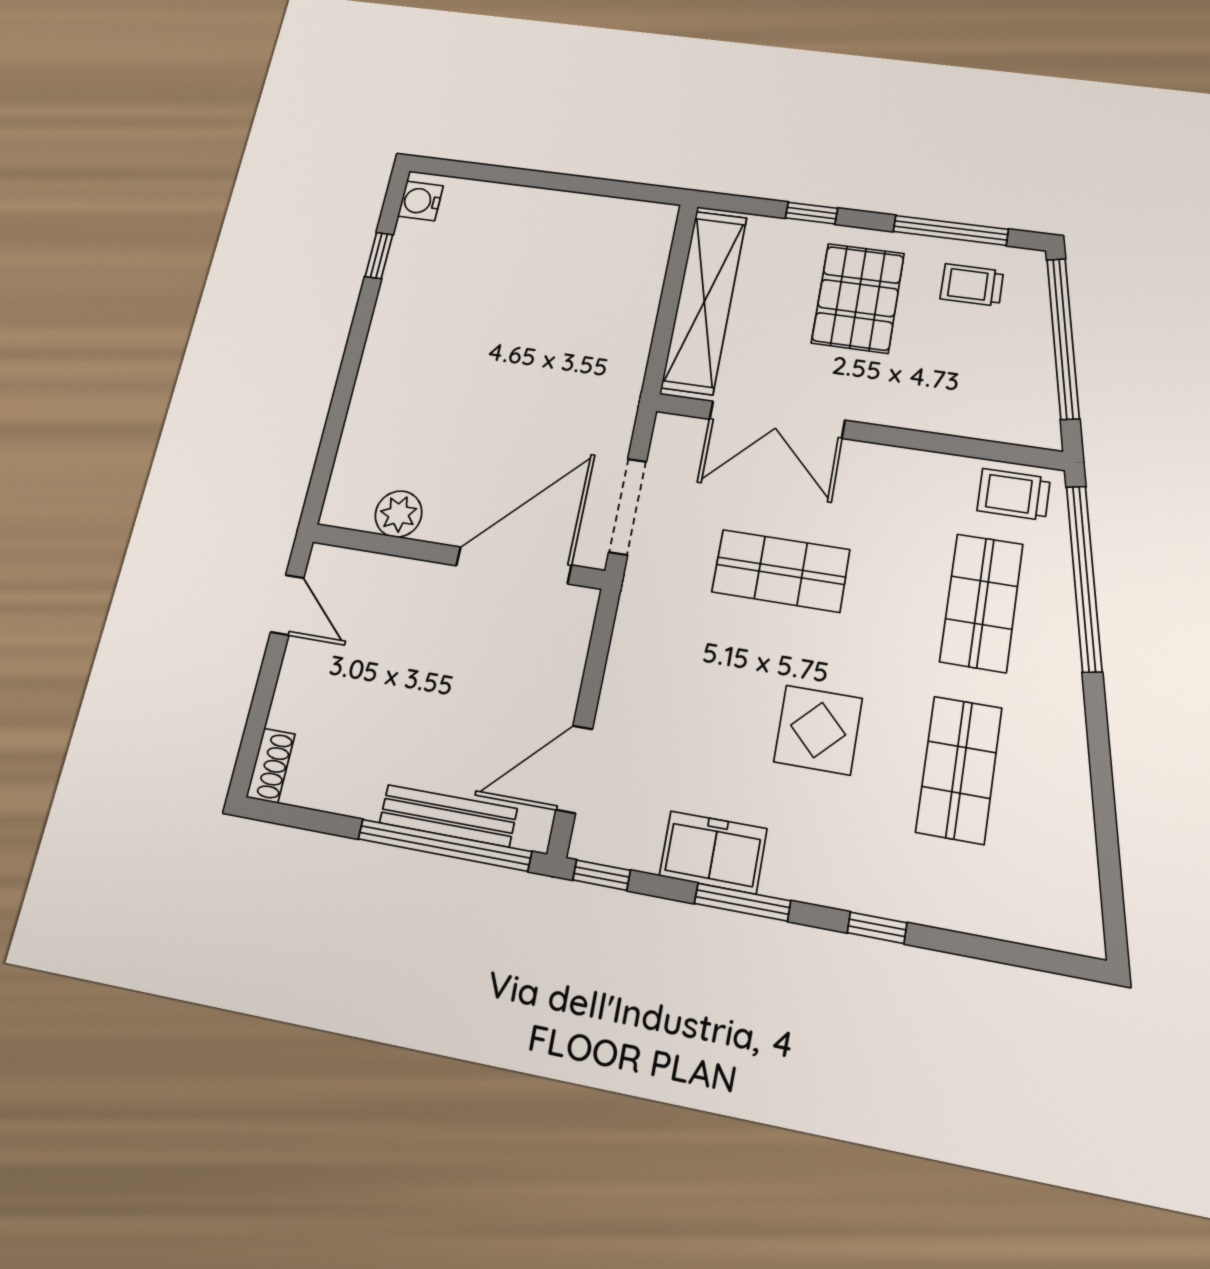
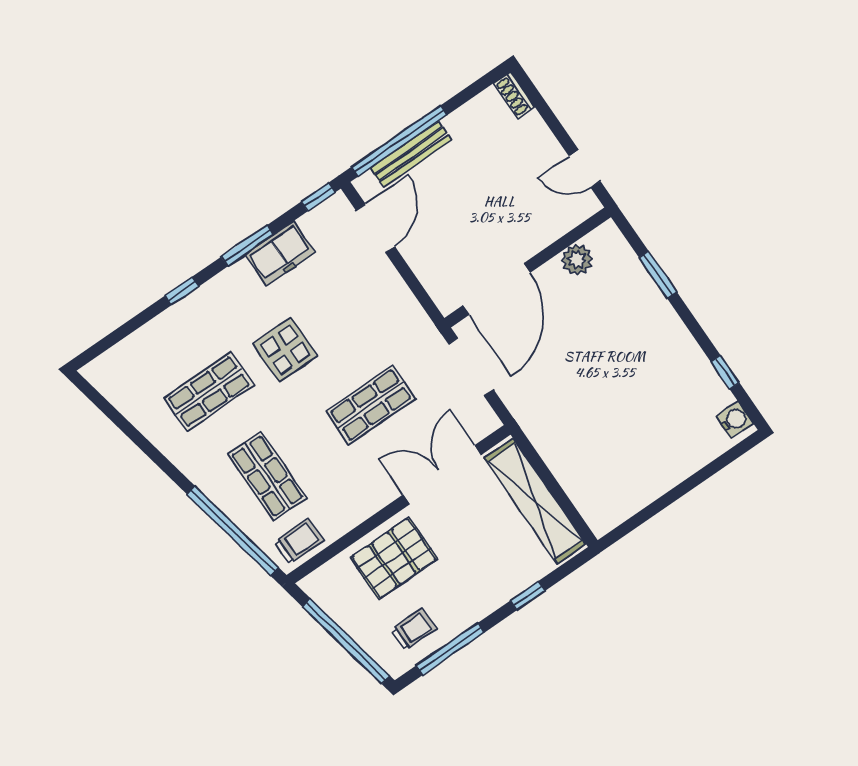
pallet: (858, 298) -> (394, 558), moved, turned 90
window: (337, 417) -> (658, 275), added
shop shelf: (959, 770) -> (209, 392), turned 90

